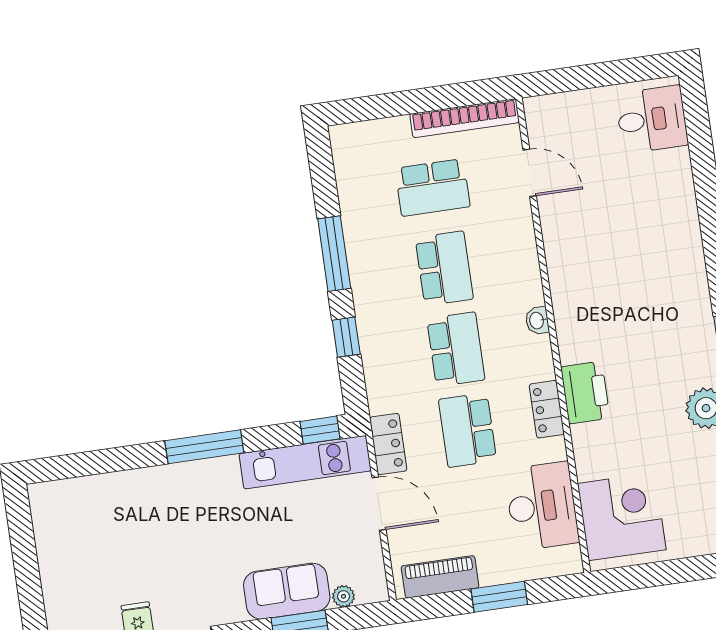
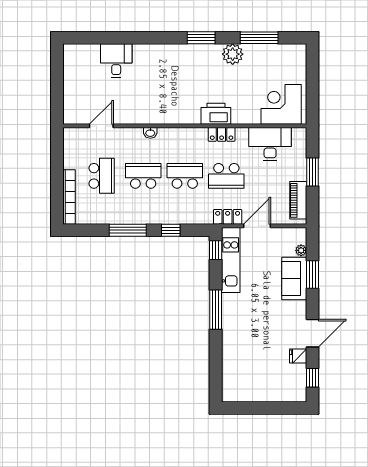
bookcase: (465, 118) -> (69, 197), moved
desk: (652, 119) -> (116, 60), moved
washbasin: (537, 321) -> (150, 133), moved

